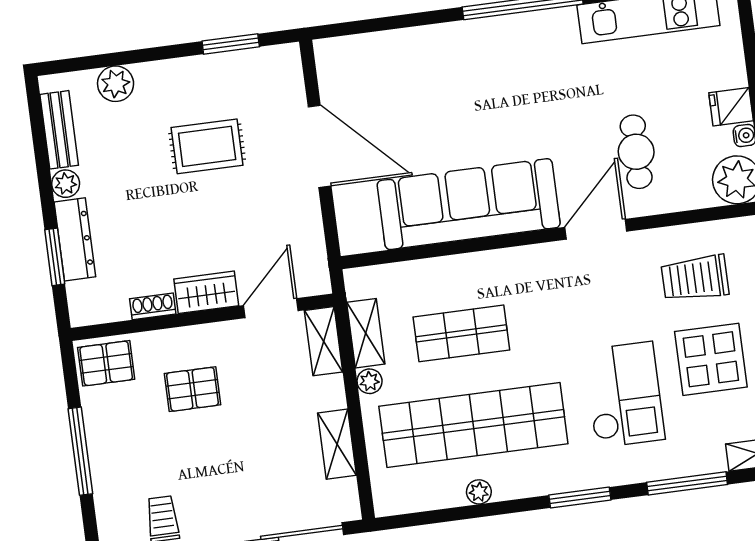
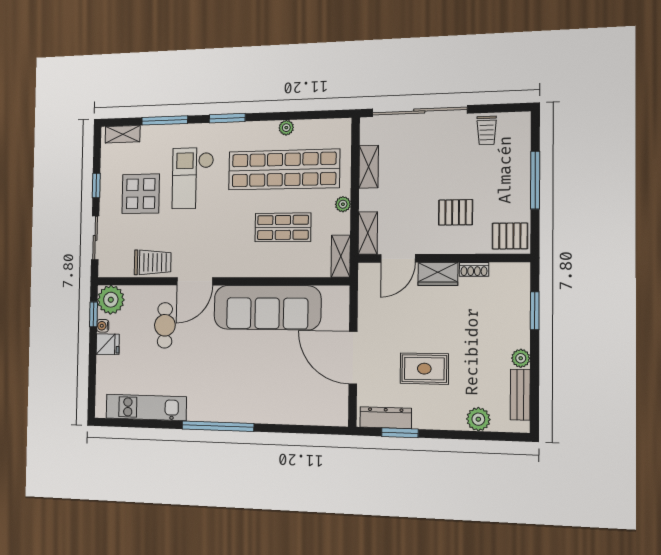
dresser: (75, 239) -> (386, 418), moved, turned 90
trolley: (695, 278) -> (153, 262), moved
shelving: (366, 333) -> (341, 256), moved

